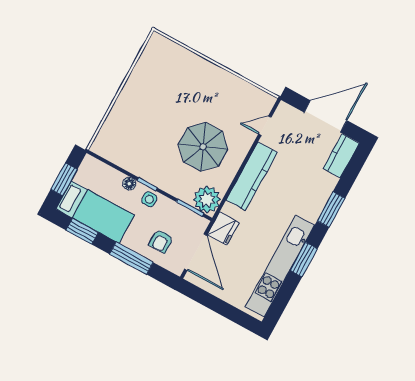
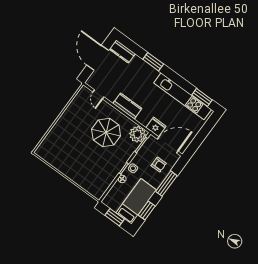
kitchen counter: (252, 176) -> (127, 106), width x0.67
window: (304, 260) -> (202, 97), moved

